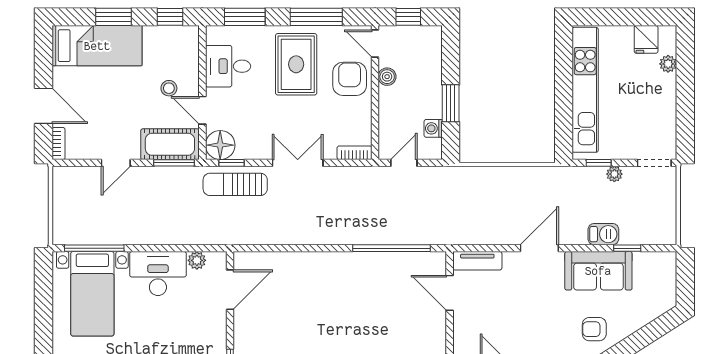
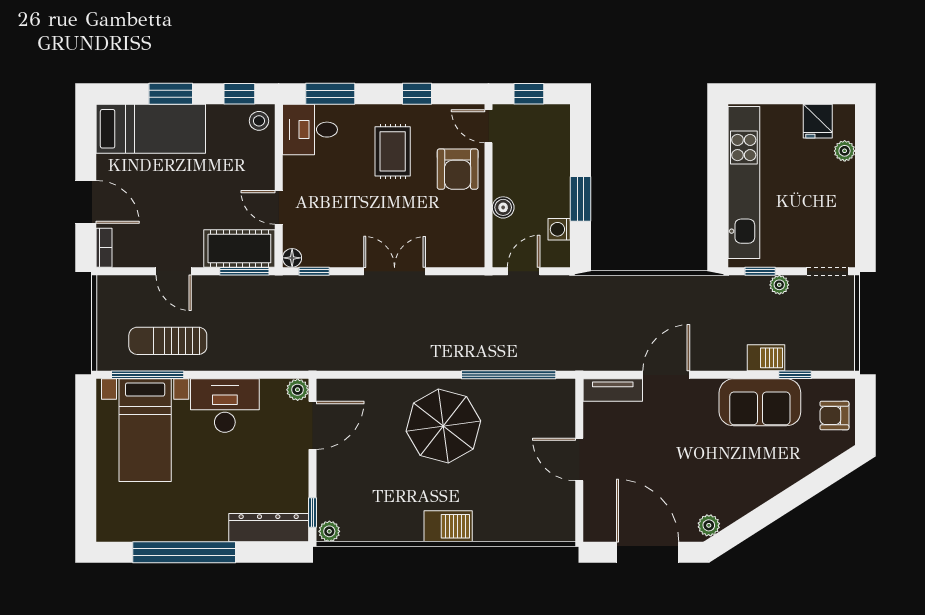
window: (316, 17) -> (417, 94), width x0.46
rug: (296, 64) -> (393, 151), width x0.73, depth x0.70
desk: (228, 66) -> (310, 130), moved
boiler: (387, 77) -> (503, 207), moved
armchair: (350, 79) -> (458, 169), turned 180
stool: (169, 88) -> (259, 121), moved
floor lamp: (220, 145) -> (292, 258), width x0.53, depth x0.53
bookcase: (354, 153) -> (464, 259), removed
door: (116, 163) -> (174, 271), hinge flipped
sun lounger: (235, 184) -> (168, 341), moved
door: (539, 248) -> (666, 375), moved
plant: (197, 260) -> (298, 390), moved
parasol: (338, 290) -> (443, 426), added
door: (450, 293) -> (579, 459), moved
armchair: (594, 329) -> (834, 416), moved

